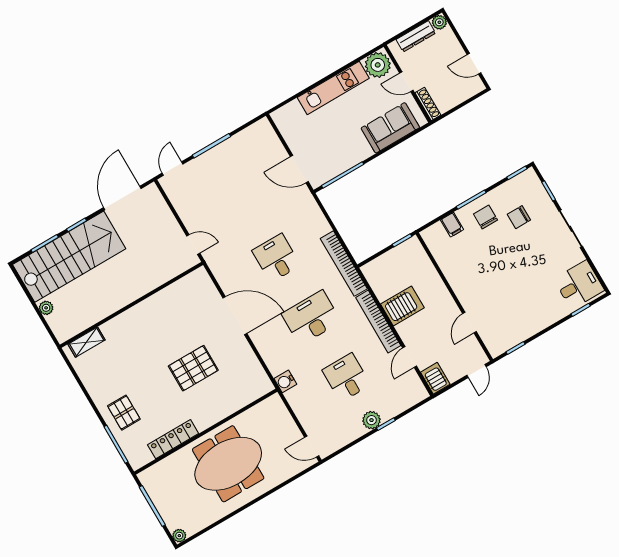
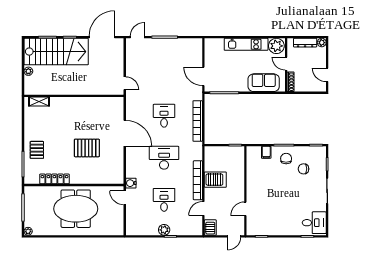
bookcase: (344, 264) -> (198, 121), moved
door: (312, 447) -> (125, 198), moved

